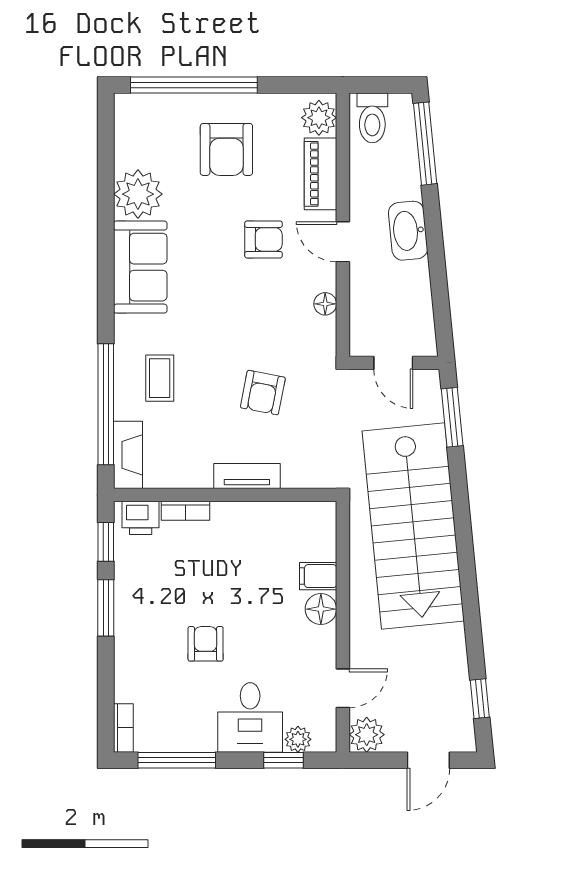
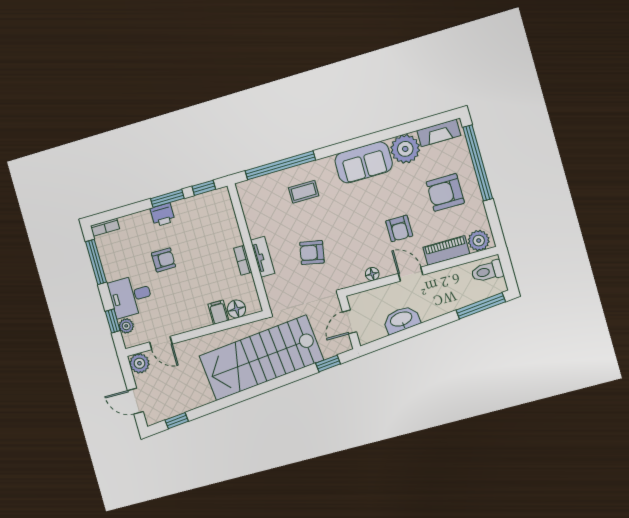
washbasin: (408, 231) -> (401, 320), moved
door: (343, 242) -> (411, 274), hinge flipped
window: (452, 417) -> (328, 364), width x0.67
fireplace: (128, 455) -> (439, 133), moved
bookcase: (186, 511) -> (243, 260), moved
printer: (141, 518) -> (163, 215), moved, turned -90
floor lamp: (321, 609) -> (236, 309), moved

